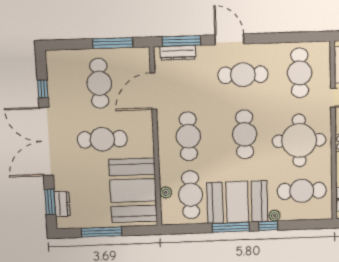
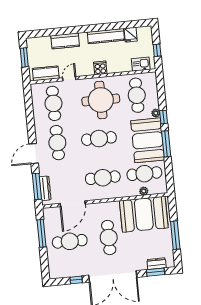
cafe table: (300, 73) -> (54, 103), turned 90
door: (153, 91) -> (73, 204), hinge flipped

